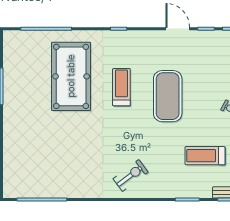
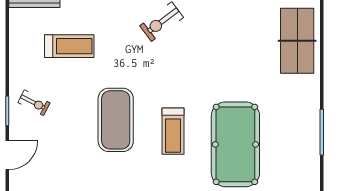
table tennis table: (21, 160) -> (297, 41), added

